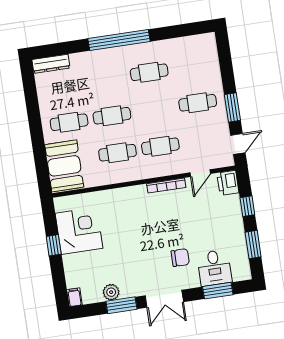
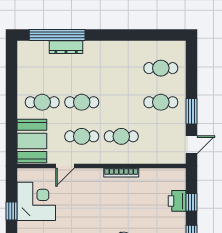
window: (119, 40) -> (57, 35), moved
dresser: (51, 64) -> (66, 47), moved
cafe table: (149, 72) -> (161, 68), moved
door: (200, 173) -> (65, 166), moved
printer: (228, 183) -> (177, 201), moved

